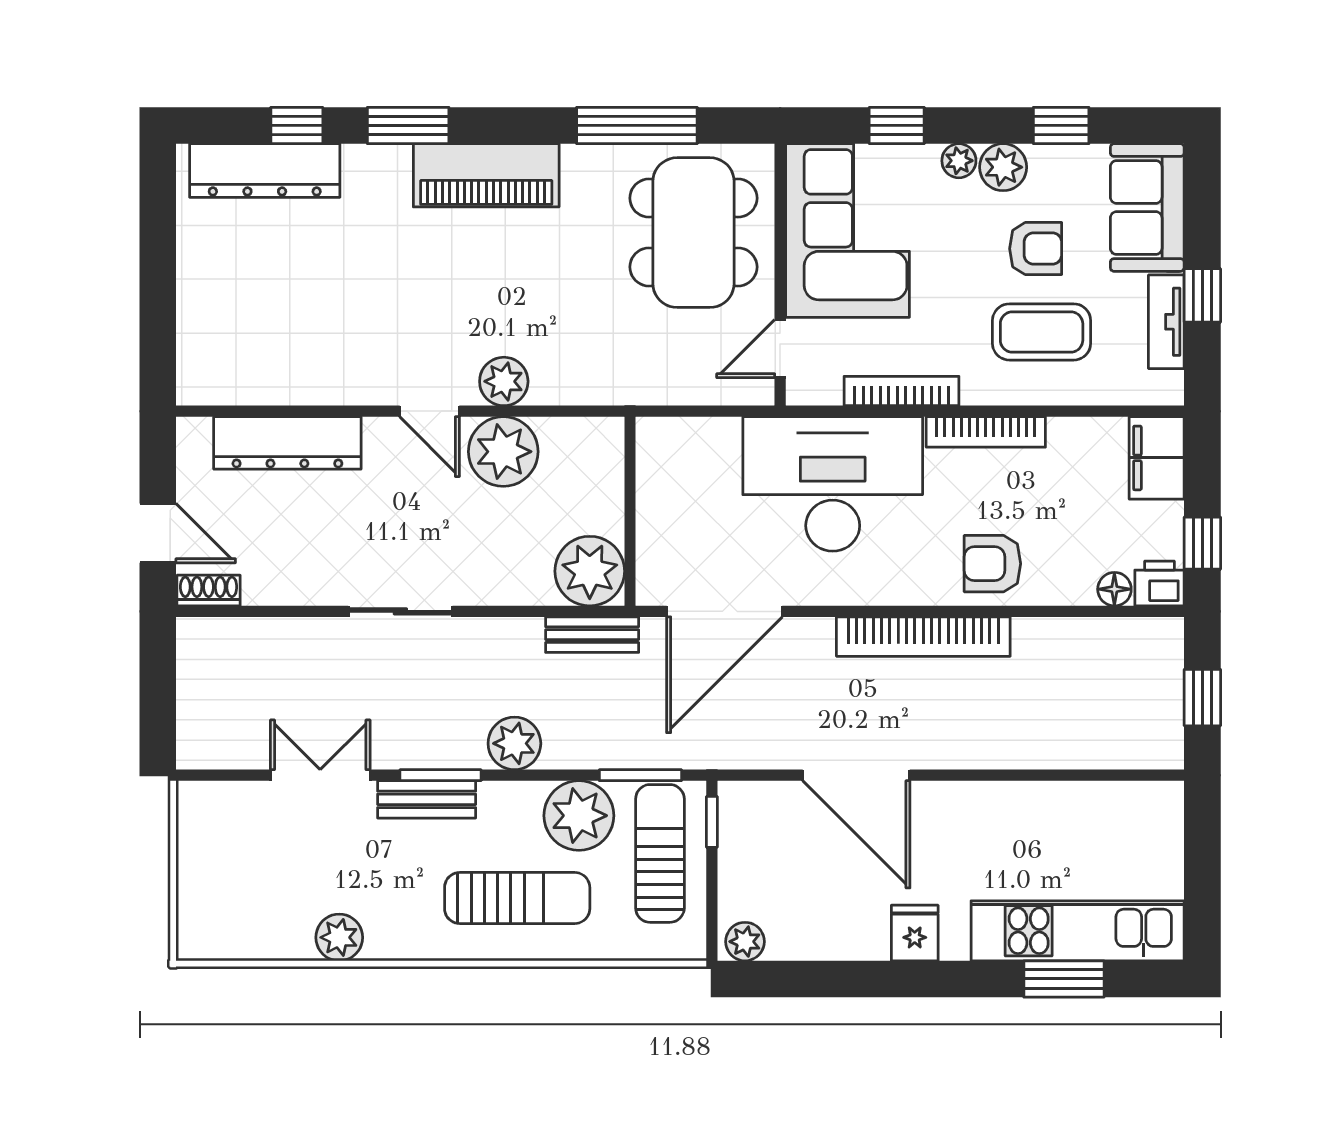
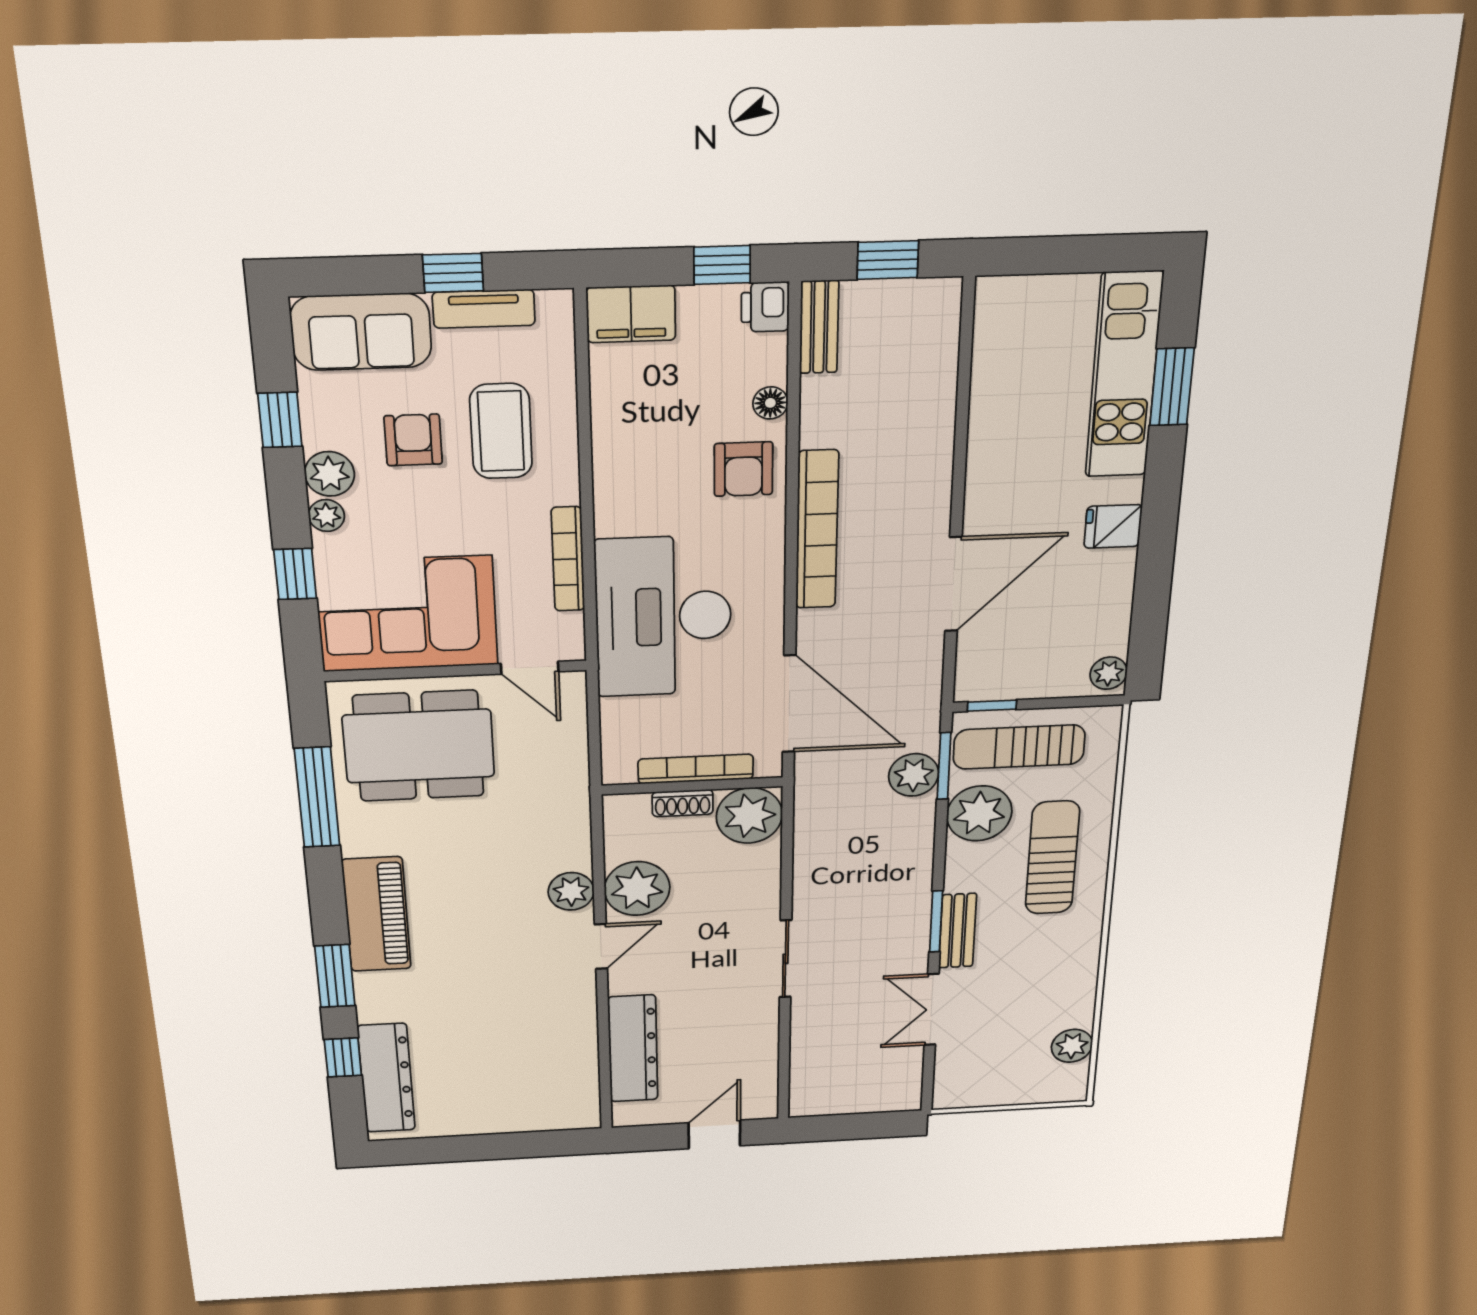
bookcase: (986, 432) -> (696, 769), moved, turned -90
floor lamp: (1114, 589) -> (770, 403), moved
shoe rack: (209, 591) -> (683, 803), moved, turned -90
bench: (592, 635) -> (819, 327), moved
plant: (514, 743) -> (914, 775), moved
plant: (339, 937) -> (1072, 1046), moved

